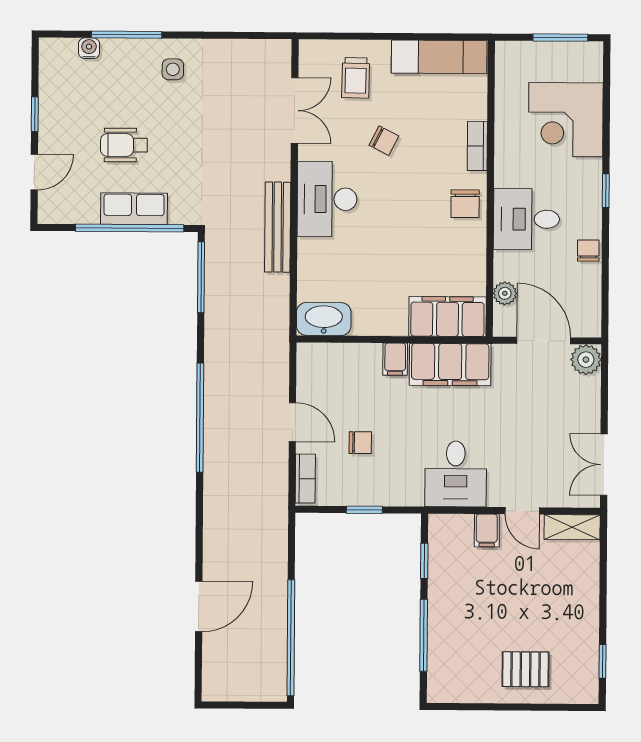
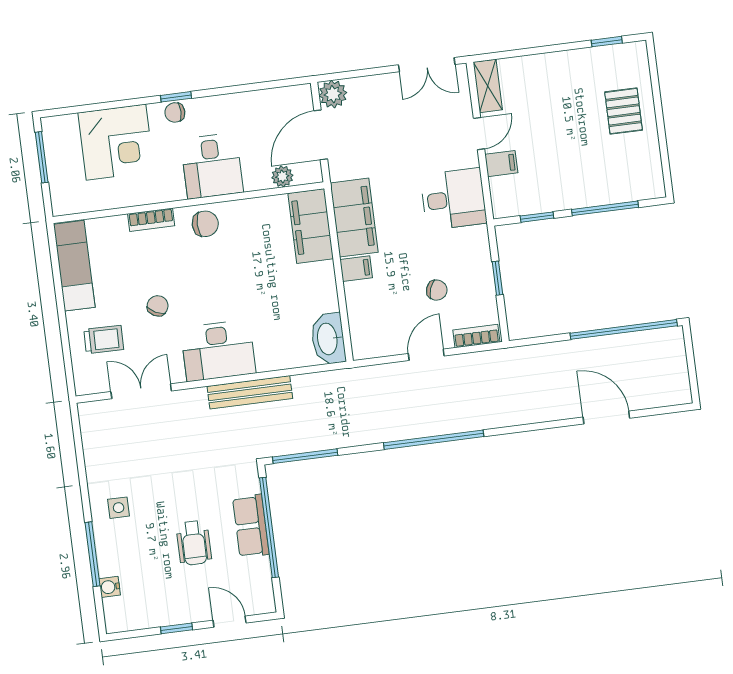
chair: (588, 251) -> (175, 112), moved
chair: (360, 443) -> (437, 290), turned 110

